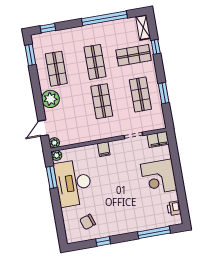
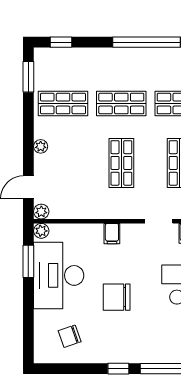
shop shelf: (95, 62) -> (121, 104), turned 90
shop shelf: (56, 69) -> (63, 104), turned 90
plant: (50, 99) -> (41, 146), width x0.53, depth x0.53
chair: (114, 191) -> (117, 297), added
window: (103, 241) -> (118, 369), moved

